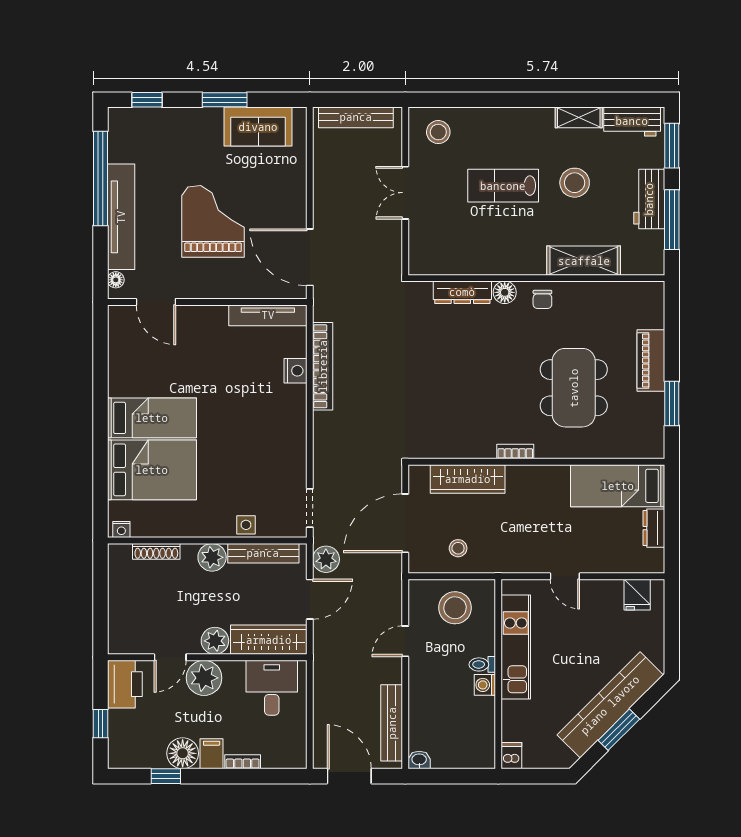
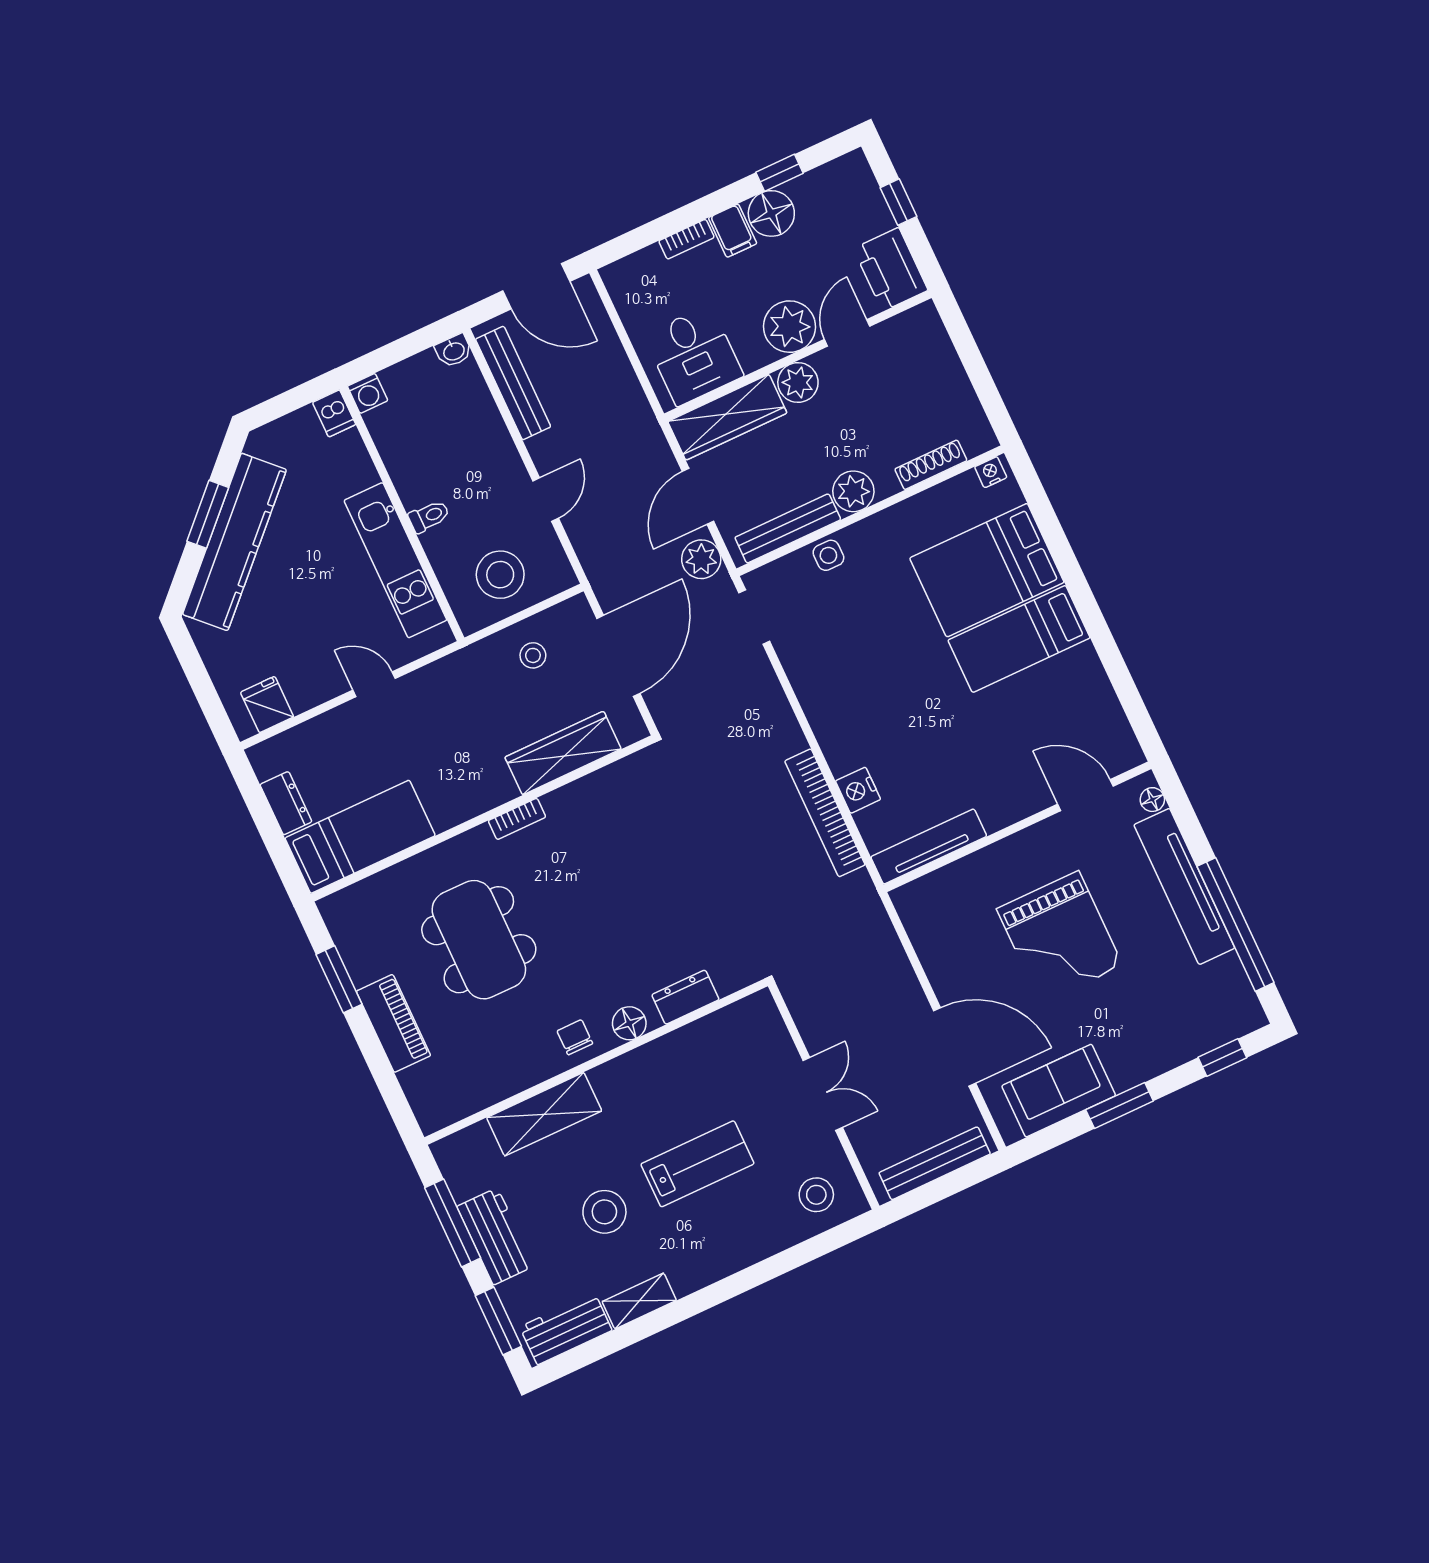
door: (310, 257) -> (955, 1047), moved
dresser: (462, 292) -> (685, 997), width x0.70
washing machine: (485, 685) -> (368, 393), moved, turned 90

